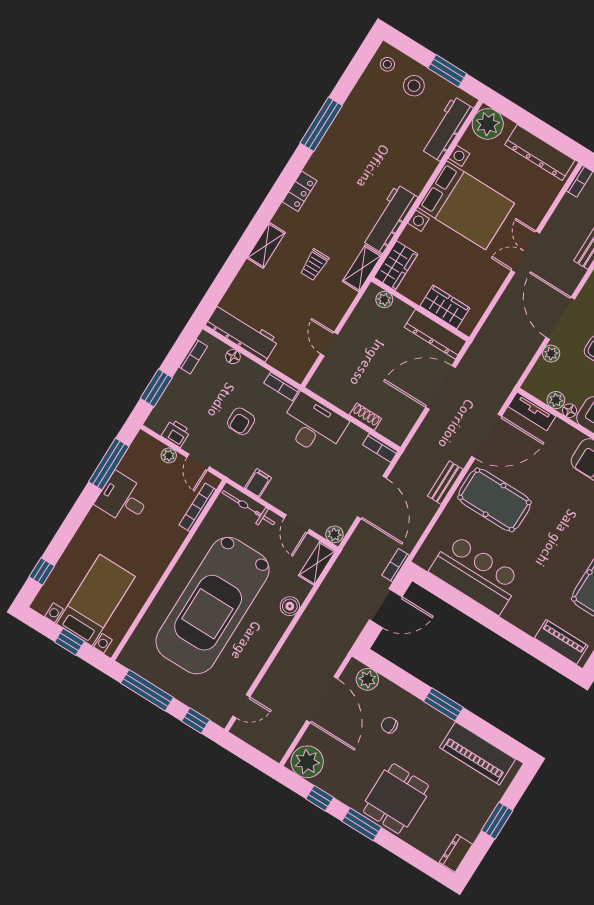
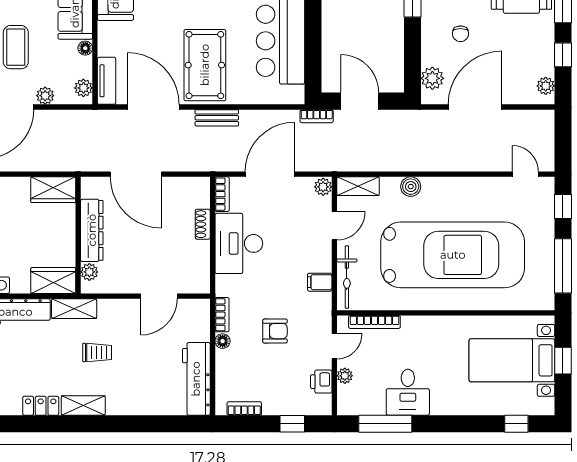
shelving: (266, 245) -> (83, 405), moved
wardrobe: (445, 307) -> (53, 190), moved, turned -90
dresser: (435, 334) -> (92, 230), moved
door: (329, 344) -> (159, 296), width x1.38
floor lamp: (233, 357) -> (223, 341), moved
window: (156, 388) -> (292, 424), width x0.67
plant: (556, 400) -> (83, 88), moved
desk: (313, 425) -> (239, 243), moved
plant: (307, 762) -> (546, 86), width x0.53, depth x0.53

